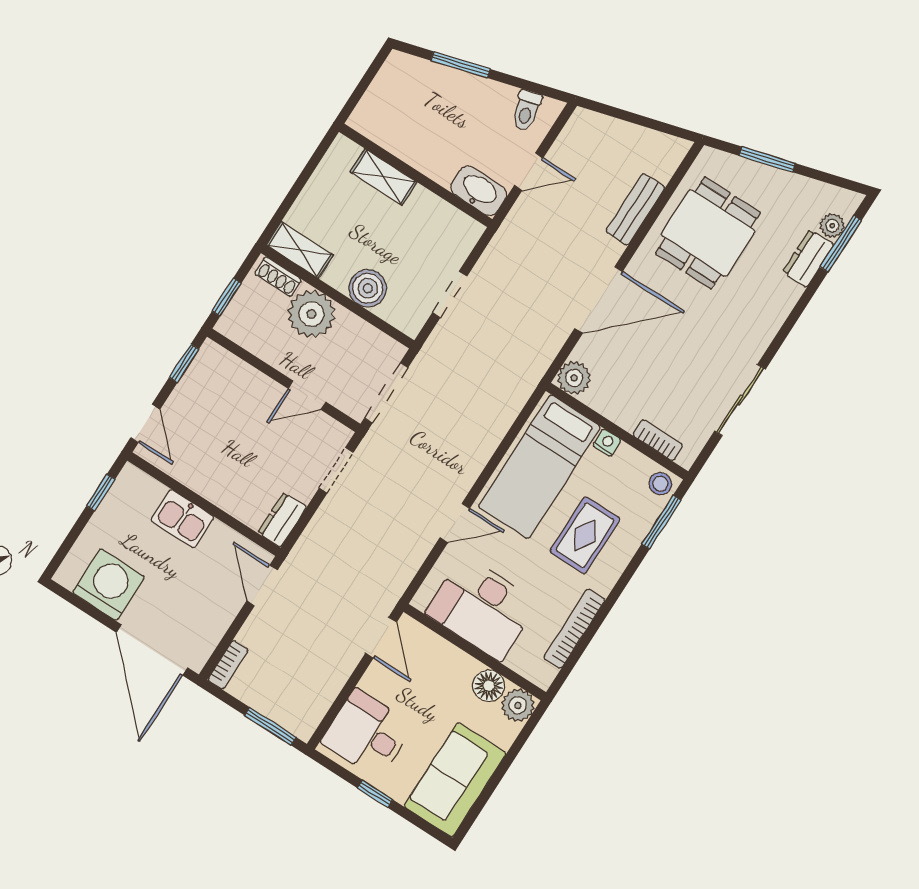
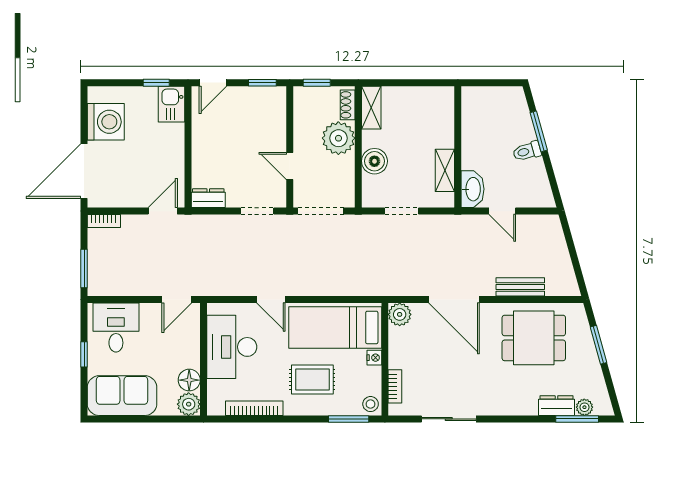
toilet: (526, 110) -> (527, 151), moved
shelving: (383, 177) -> (445, 170), moved
kitchen sink: (182, 519) -> (172, 104), moved

